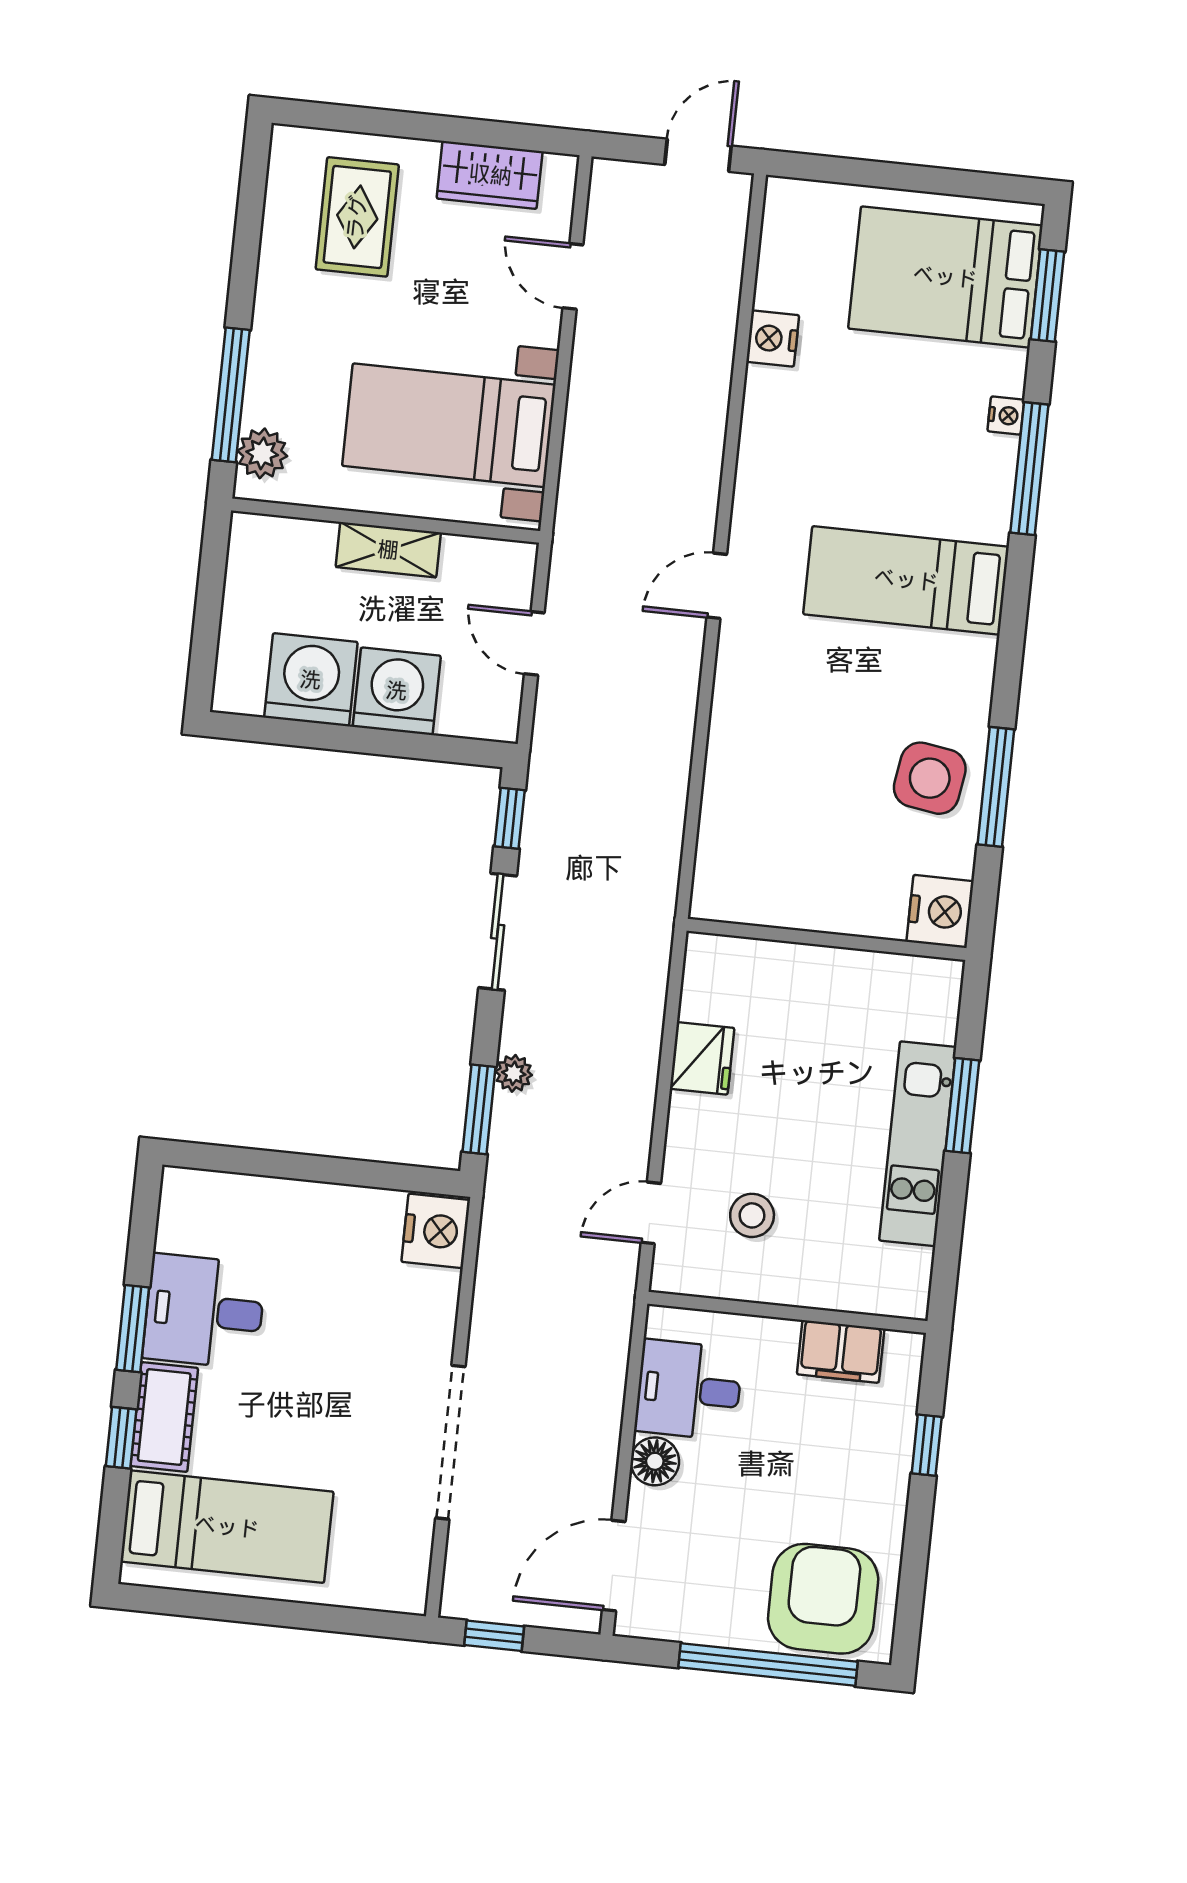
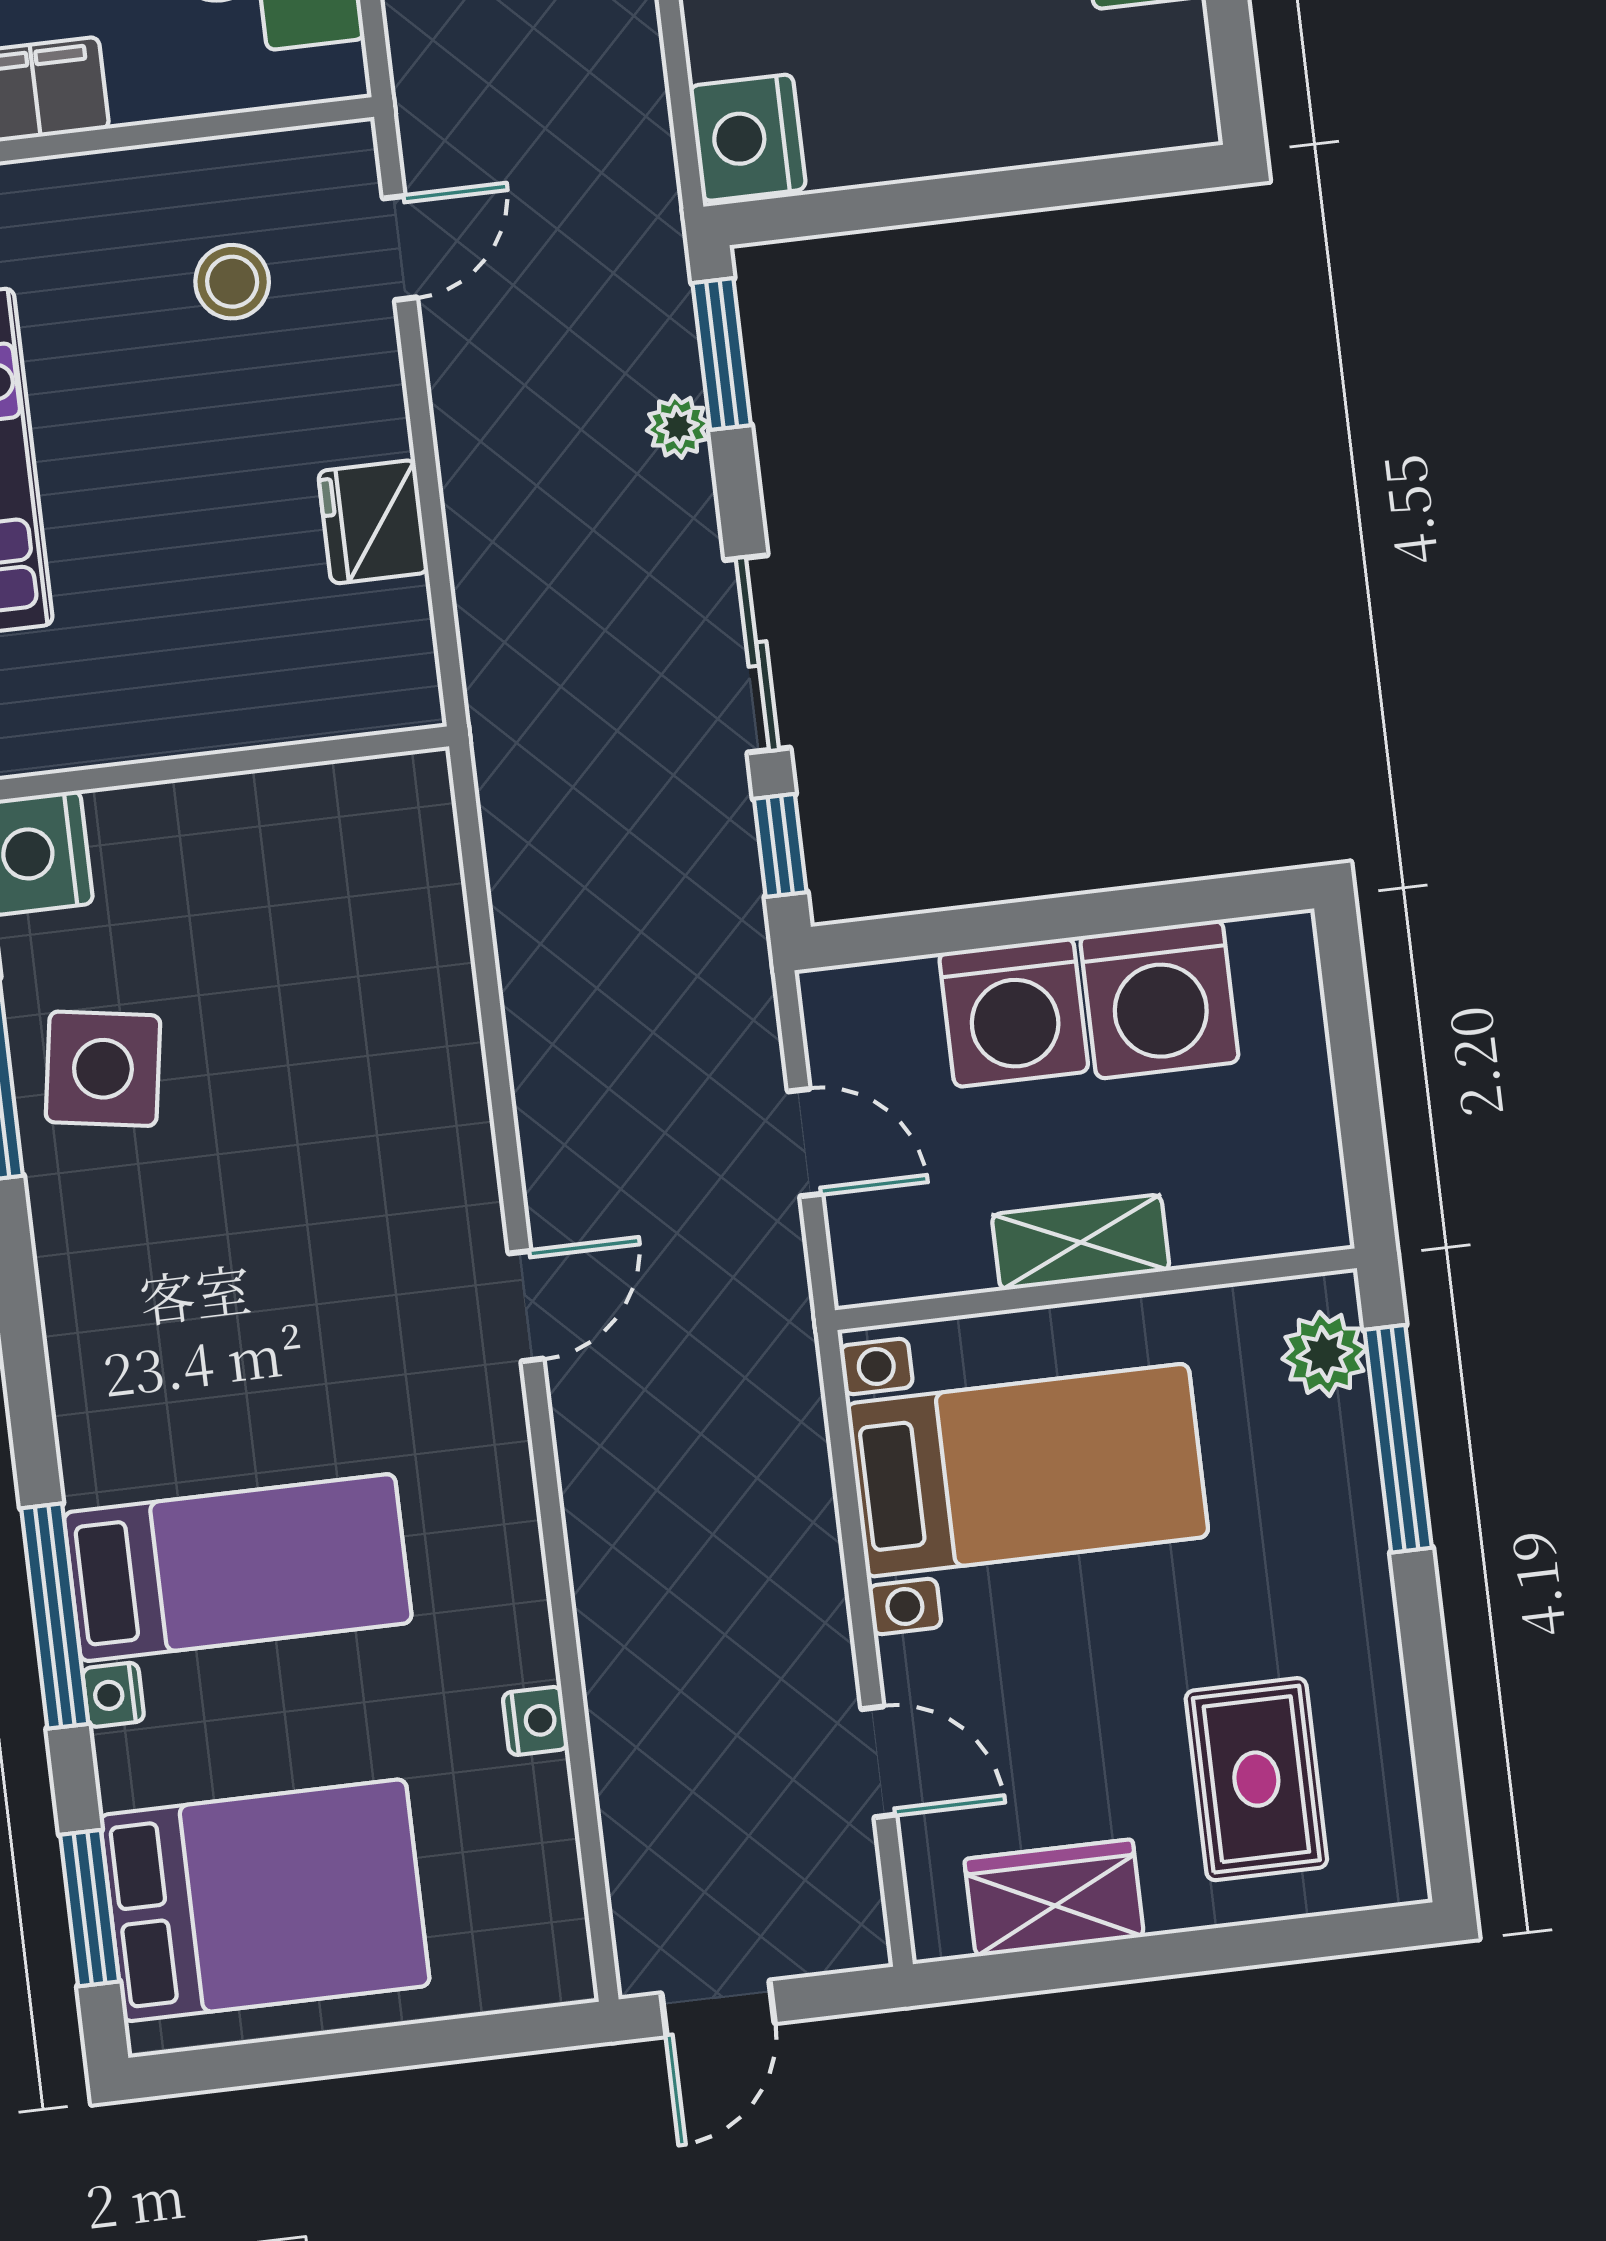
nightstand: (773, 338) -> (535, 1721), width x0.72, depth x0.74
bed: (906, 580) -> (238, 1568), moved

